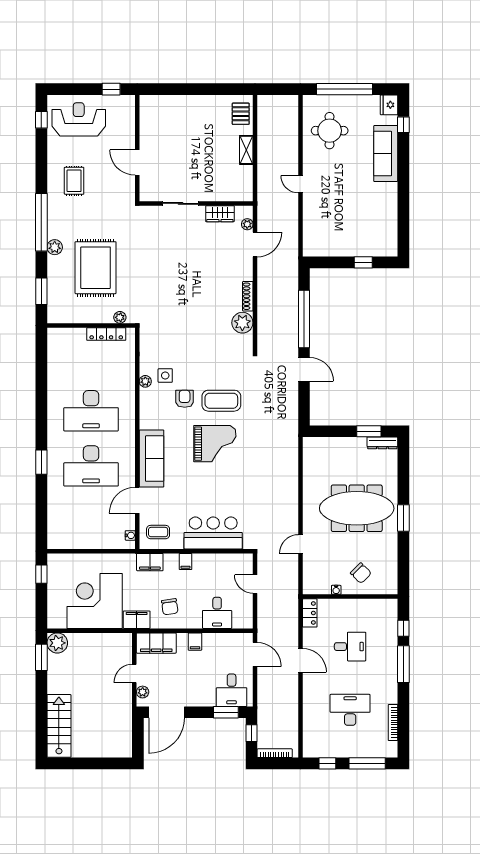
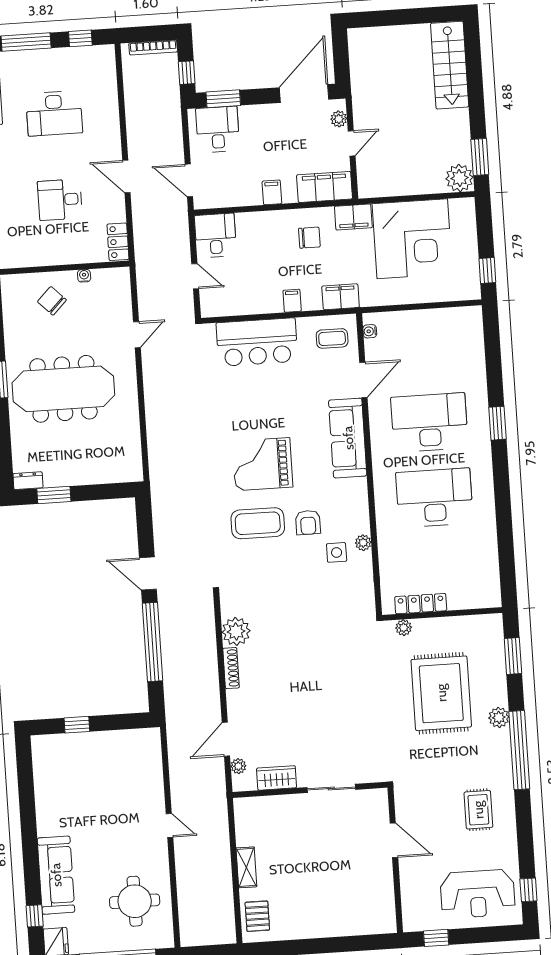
dresser: (382, 443) -> (28, 481), width x0.70
chair: (170, 607) -> (309, 238), turned 98
desk: (217, 613) -> (216, 235), moved

